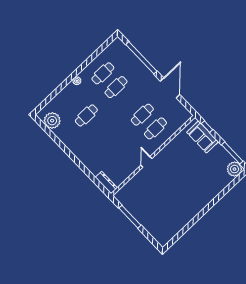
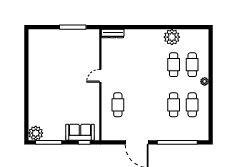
cafe table: (142, 115) -> (192, 65), moved
plant: (52, 121) -> (172, 37), moved
door: (146, 162) -> (100, 76), swing flipped

